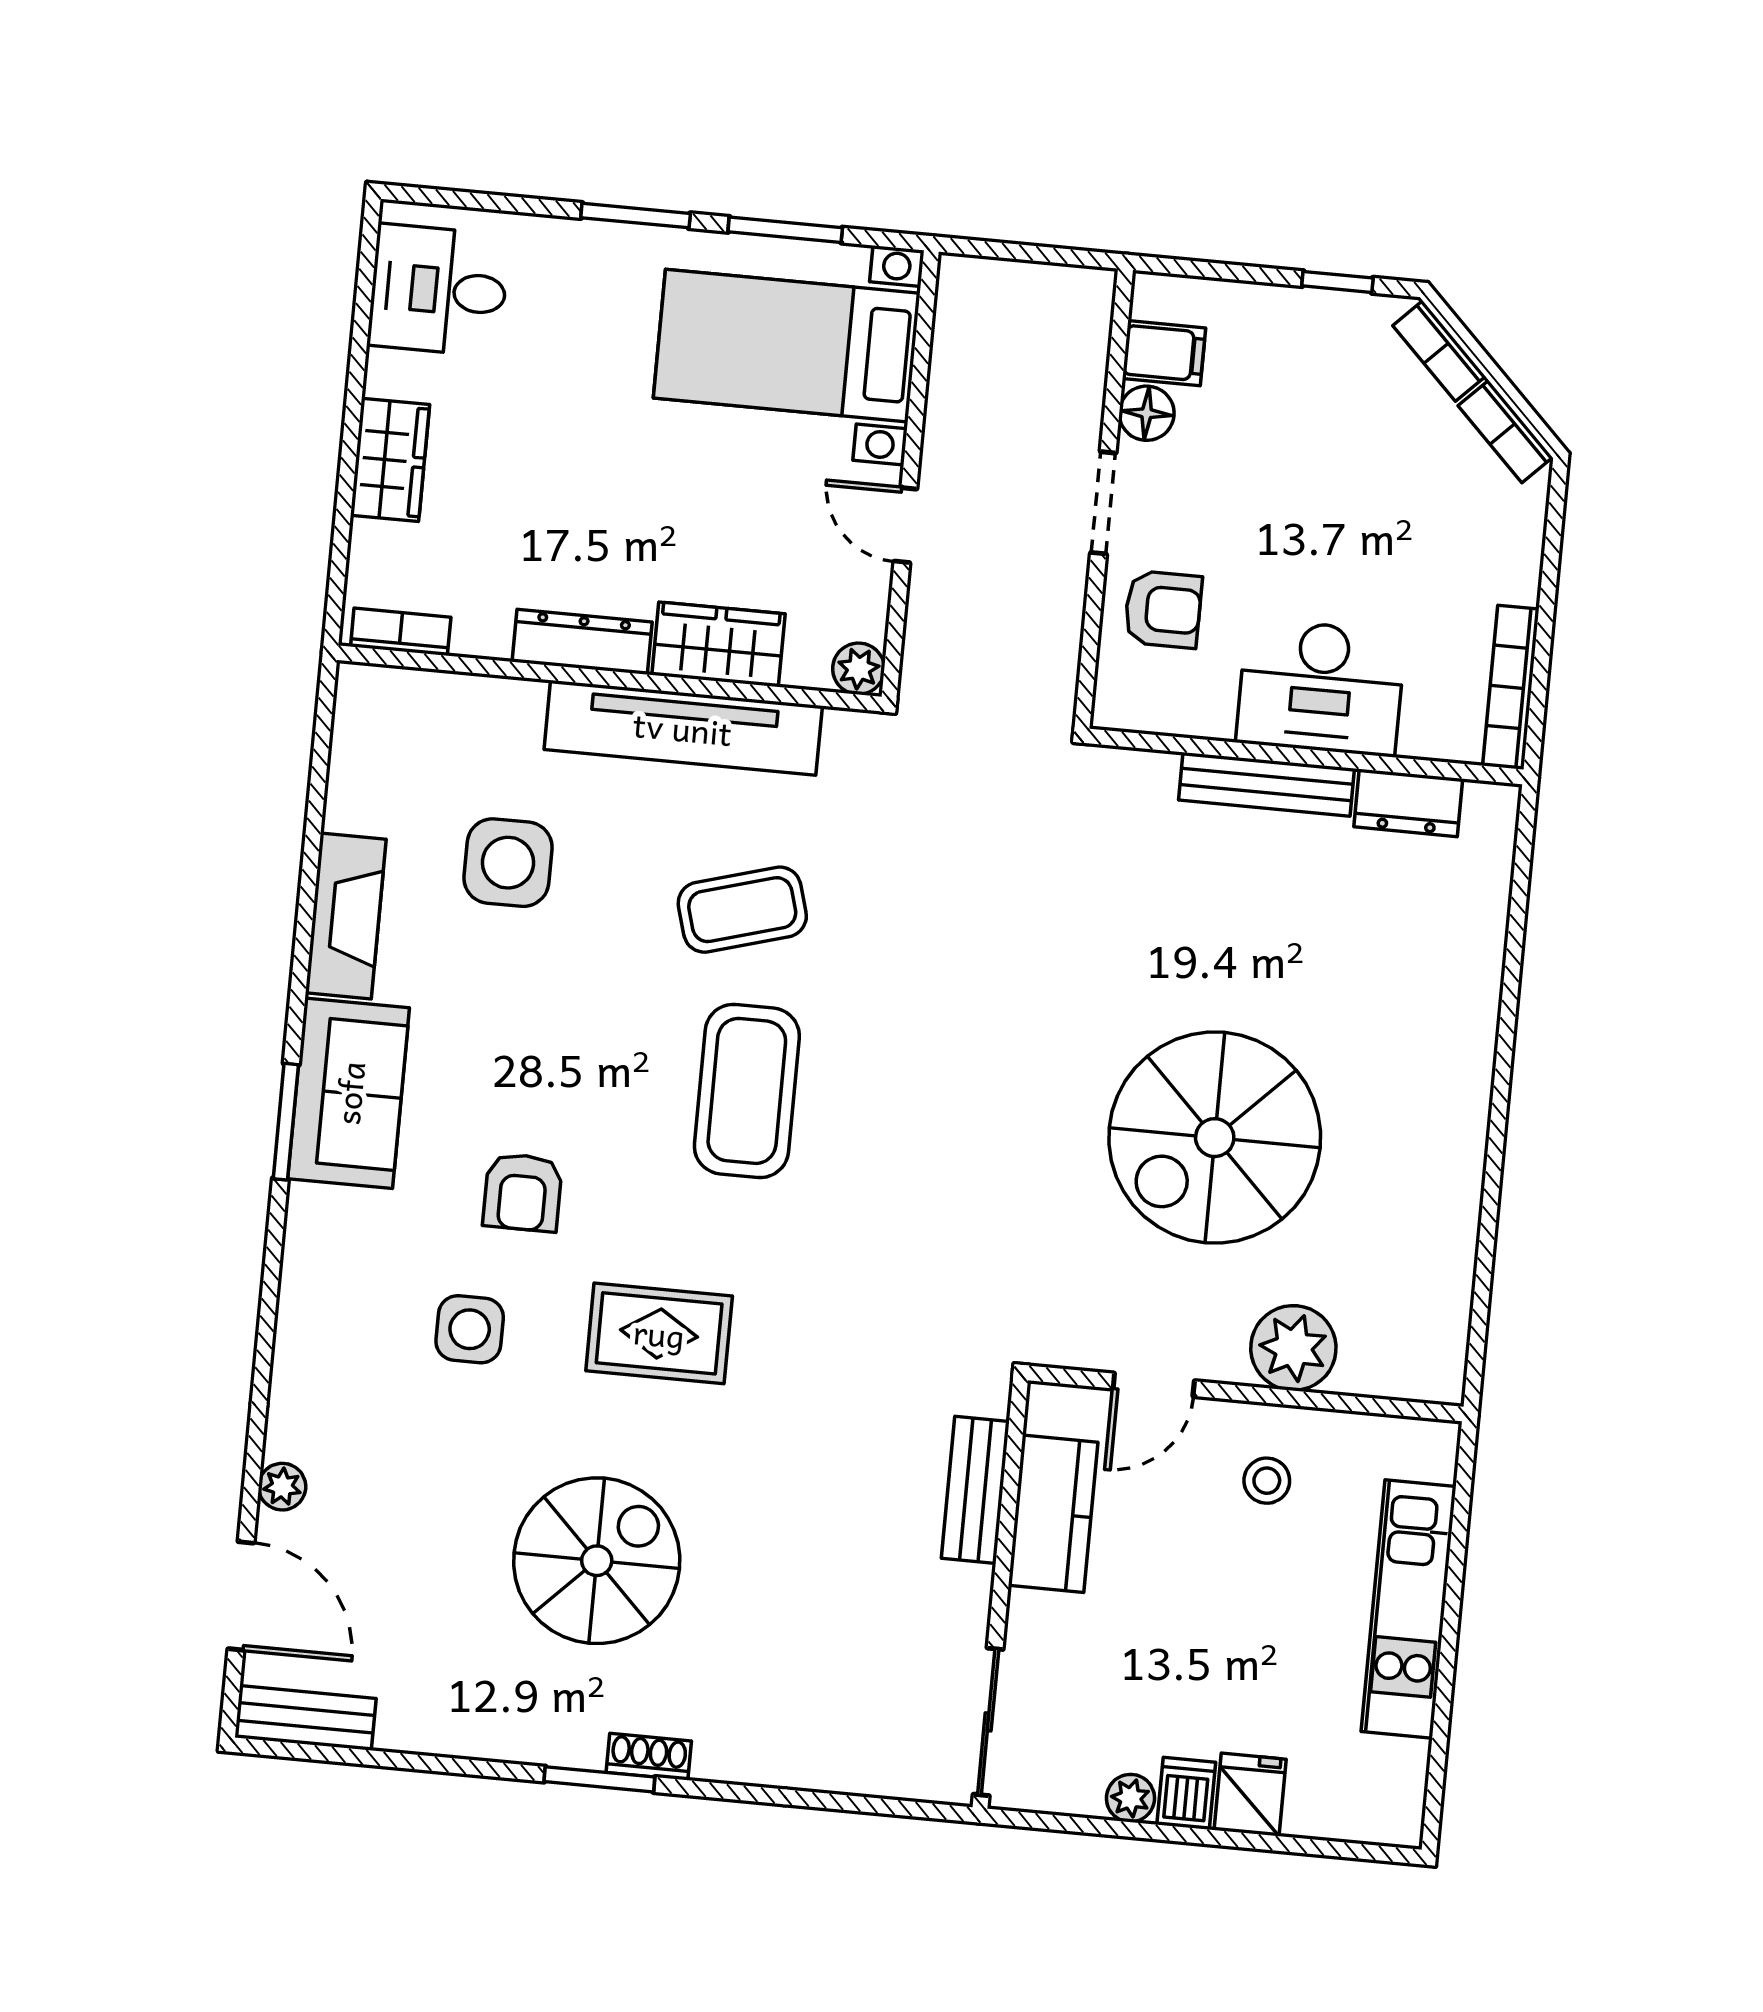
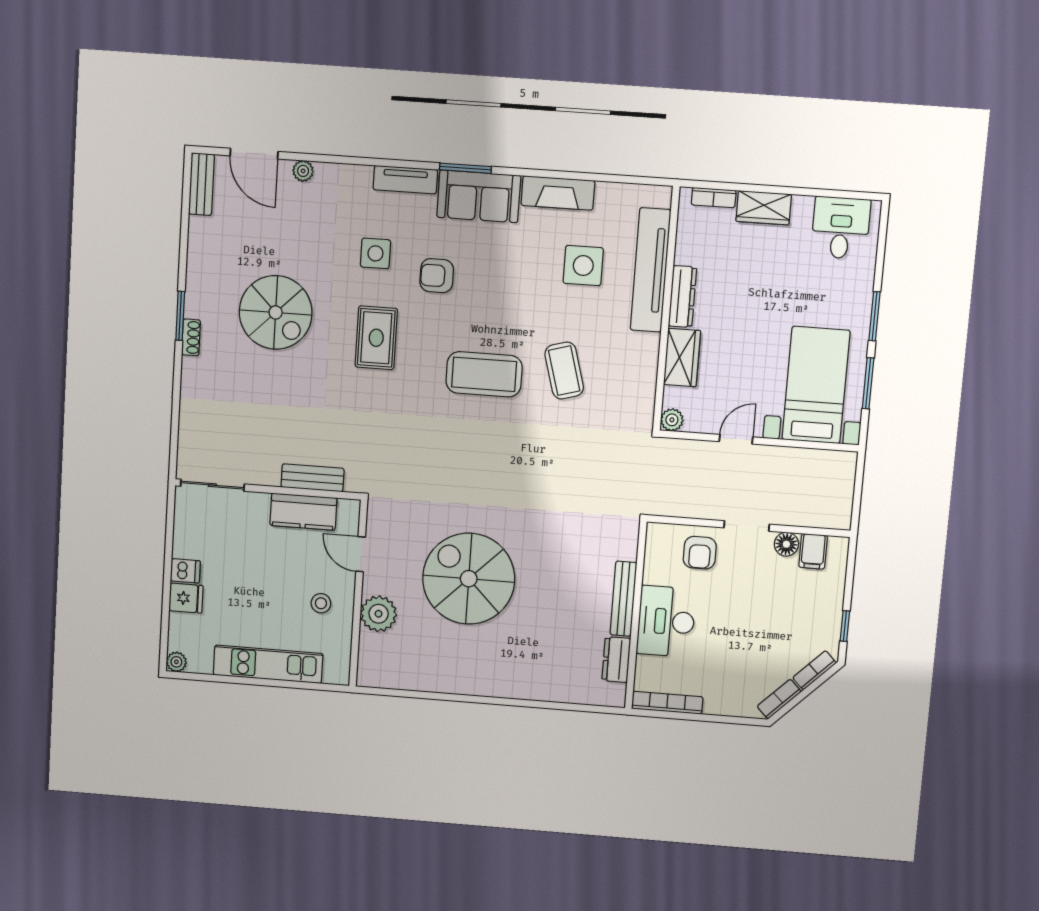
bookcase: (401, 632) -> (714, 198), moved, turned 90
tv unit: (683, 728) -> (650, 270), moved
tv unit: (308, 1257) -> (405, 180), added
door: (241, 1596) -> (254, 154), hinge flipped
plant: (1130, 1798) -> (176, 662), moved

